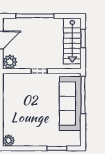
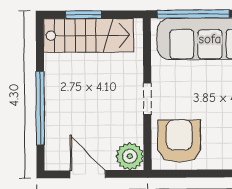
armchair: (18, 87) -> (179, 141), added

